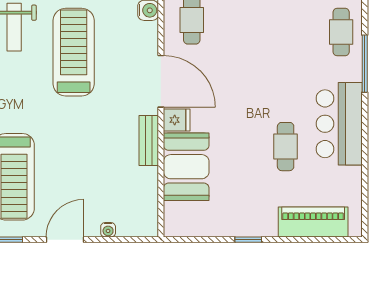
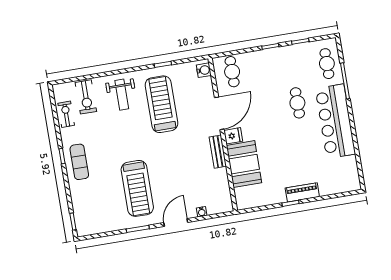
door: (161, 81) -> (219, 113), hinge flipped
bar counter: (339, 124) -> (335, 121), width x1.36
cafe table: (286, 147) -> (297, 103), moved
piano: (313, 222) -> (302, 192), moved, width x0.73, depth x0.75

